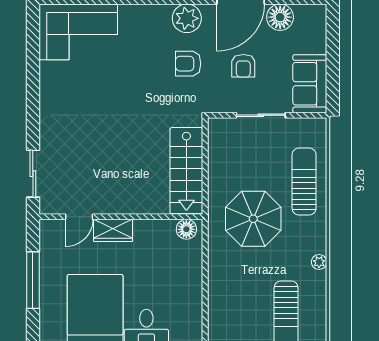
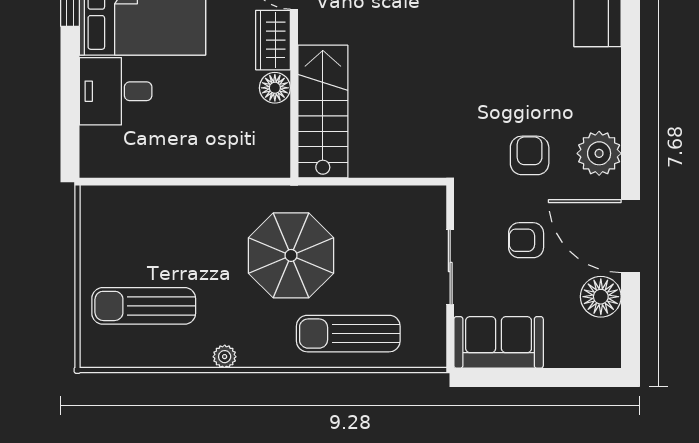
stairs: (186, 171) -> (323, 111), moved, turned 90
sun lounger: (304, 182) -> (348, 334), turned 180
floor lamp: (186, 229) -> (275, 88), moved

